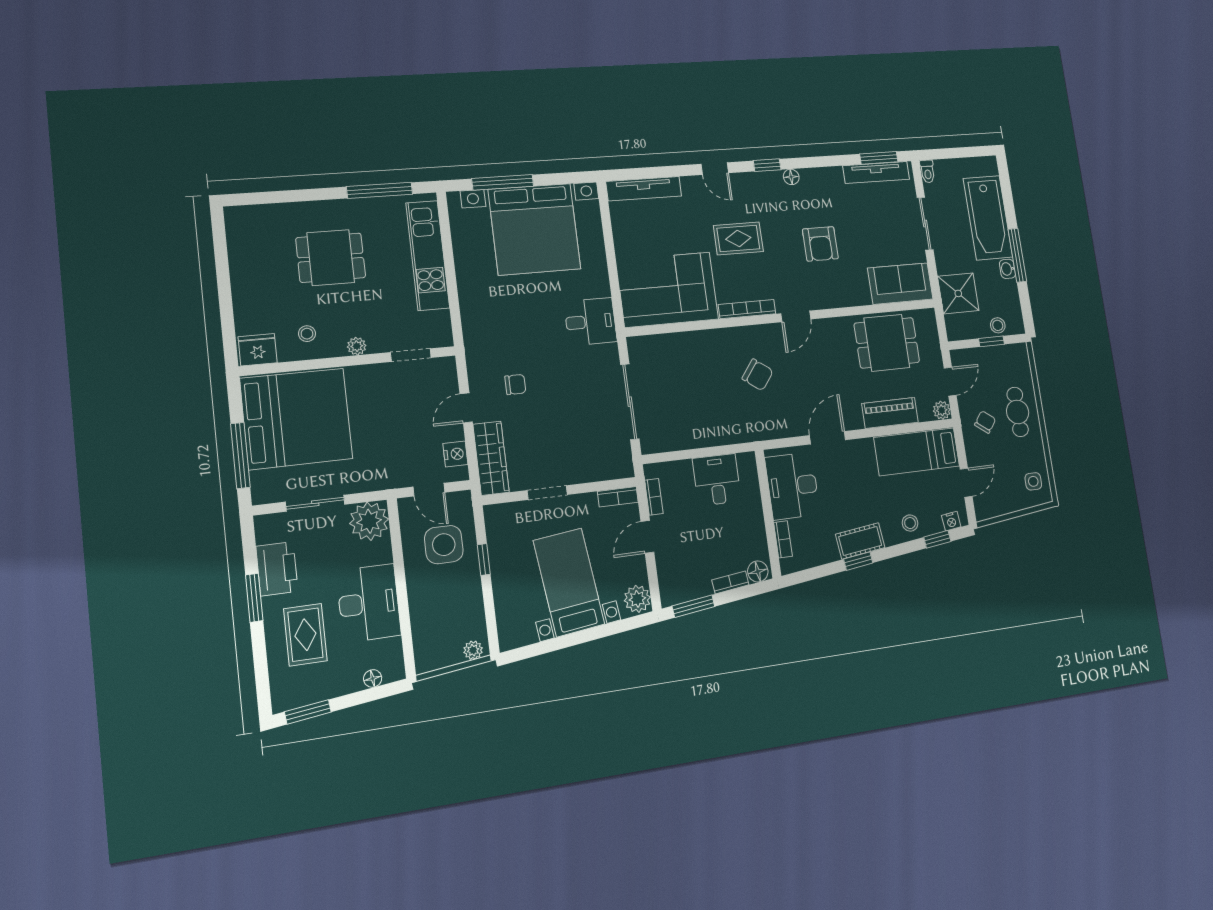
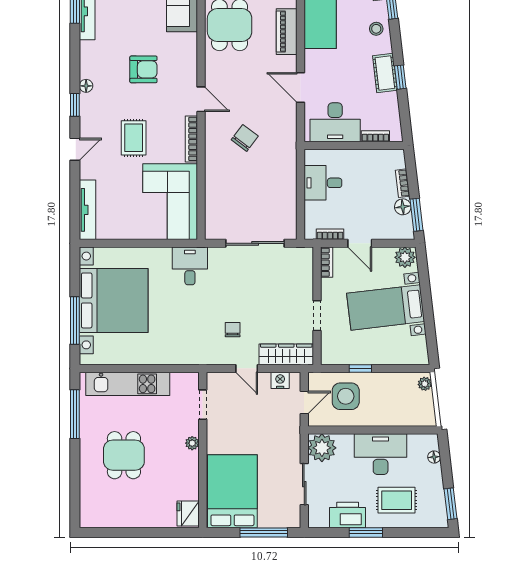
stool: (307, 334) -> (179, 478), removed
bed: (296, 419) -> (232, 491), width x0.73
floor lamp: (758, 571) -> (403, 207), moved

